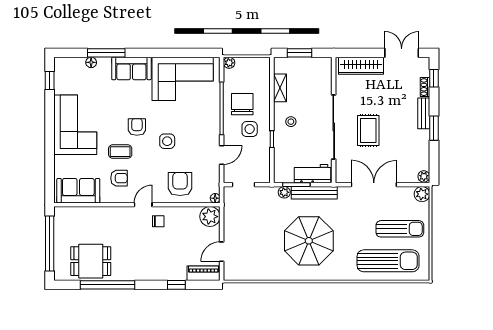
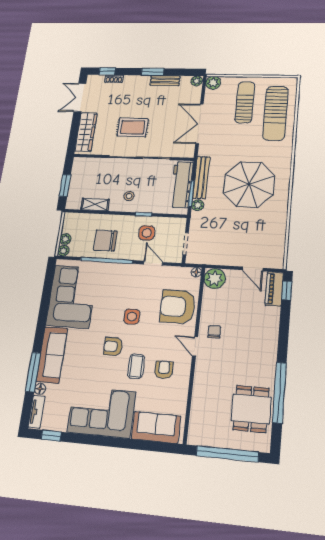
tv unit: (70, 63) -> (37, 412), added
plant: (242, 63) -> (65, 239), added
sofa: (131, 69) -> (52, 355), width x1.36
bench: (424, 113) -> (165, 81), moved
side table: (250, 129) -> (147, 233), moved
rug: (368, 130) -> (133, 127), moved
workbench: (312, 174) -> (181, 184), width x1.38
armchair: (180, 184) -> (178, 307), width x1.36, depth x1.36
sofa: (78, 191) -> (156, 427), moved, turned 90
sun lounger: (388, 261) -> (275, 113), turned 180
window: (176, 285) -> (287, 290), moved

